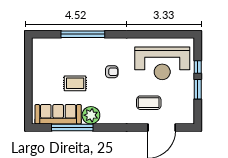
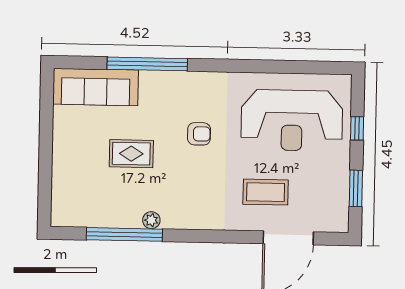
window: (198, 89) -> (356, 188), moved
sofa: (58, 114) -> (96, 87), moved, turned 180
plant: (91, 115) -> (151, 220), width x0.53, depth x0.53

